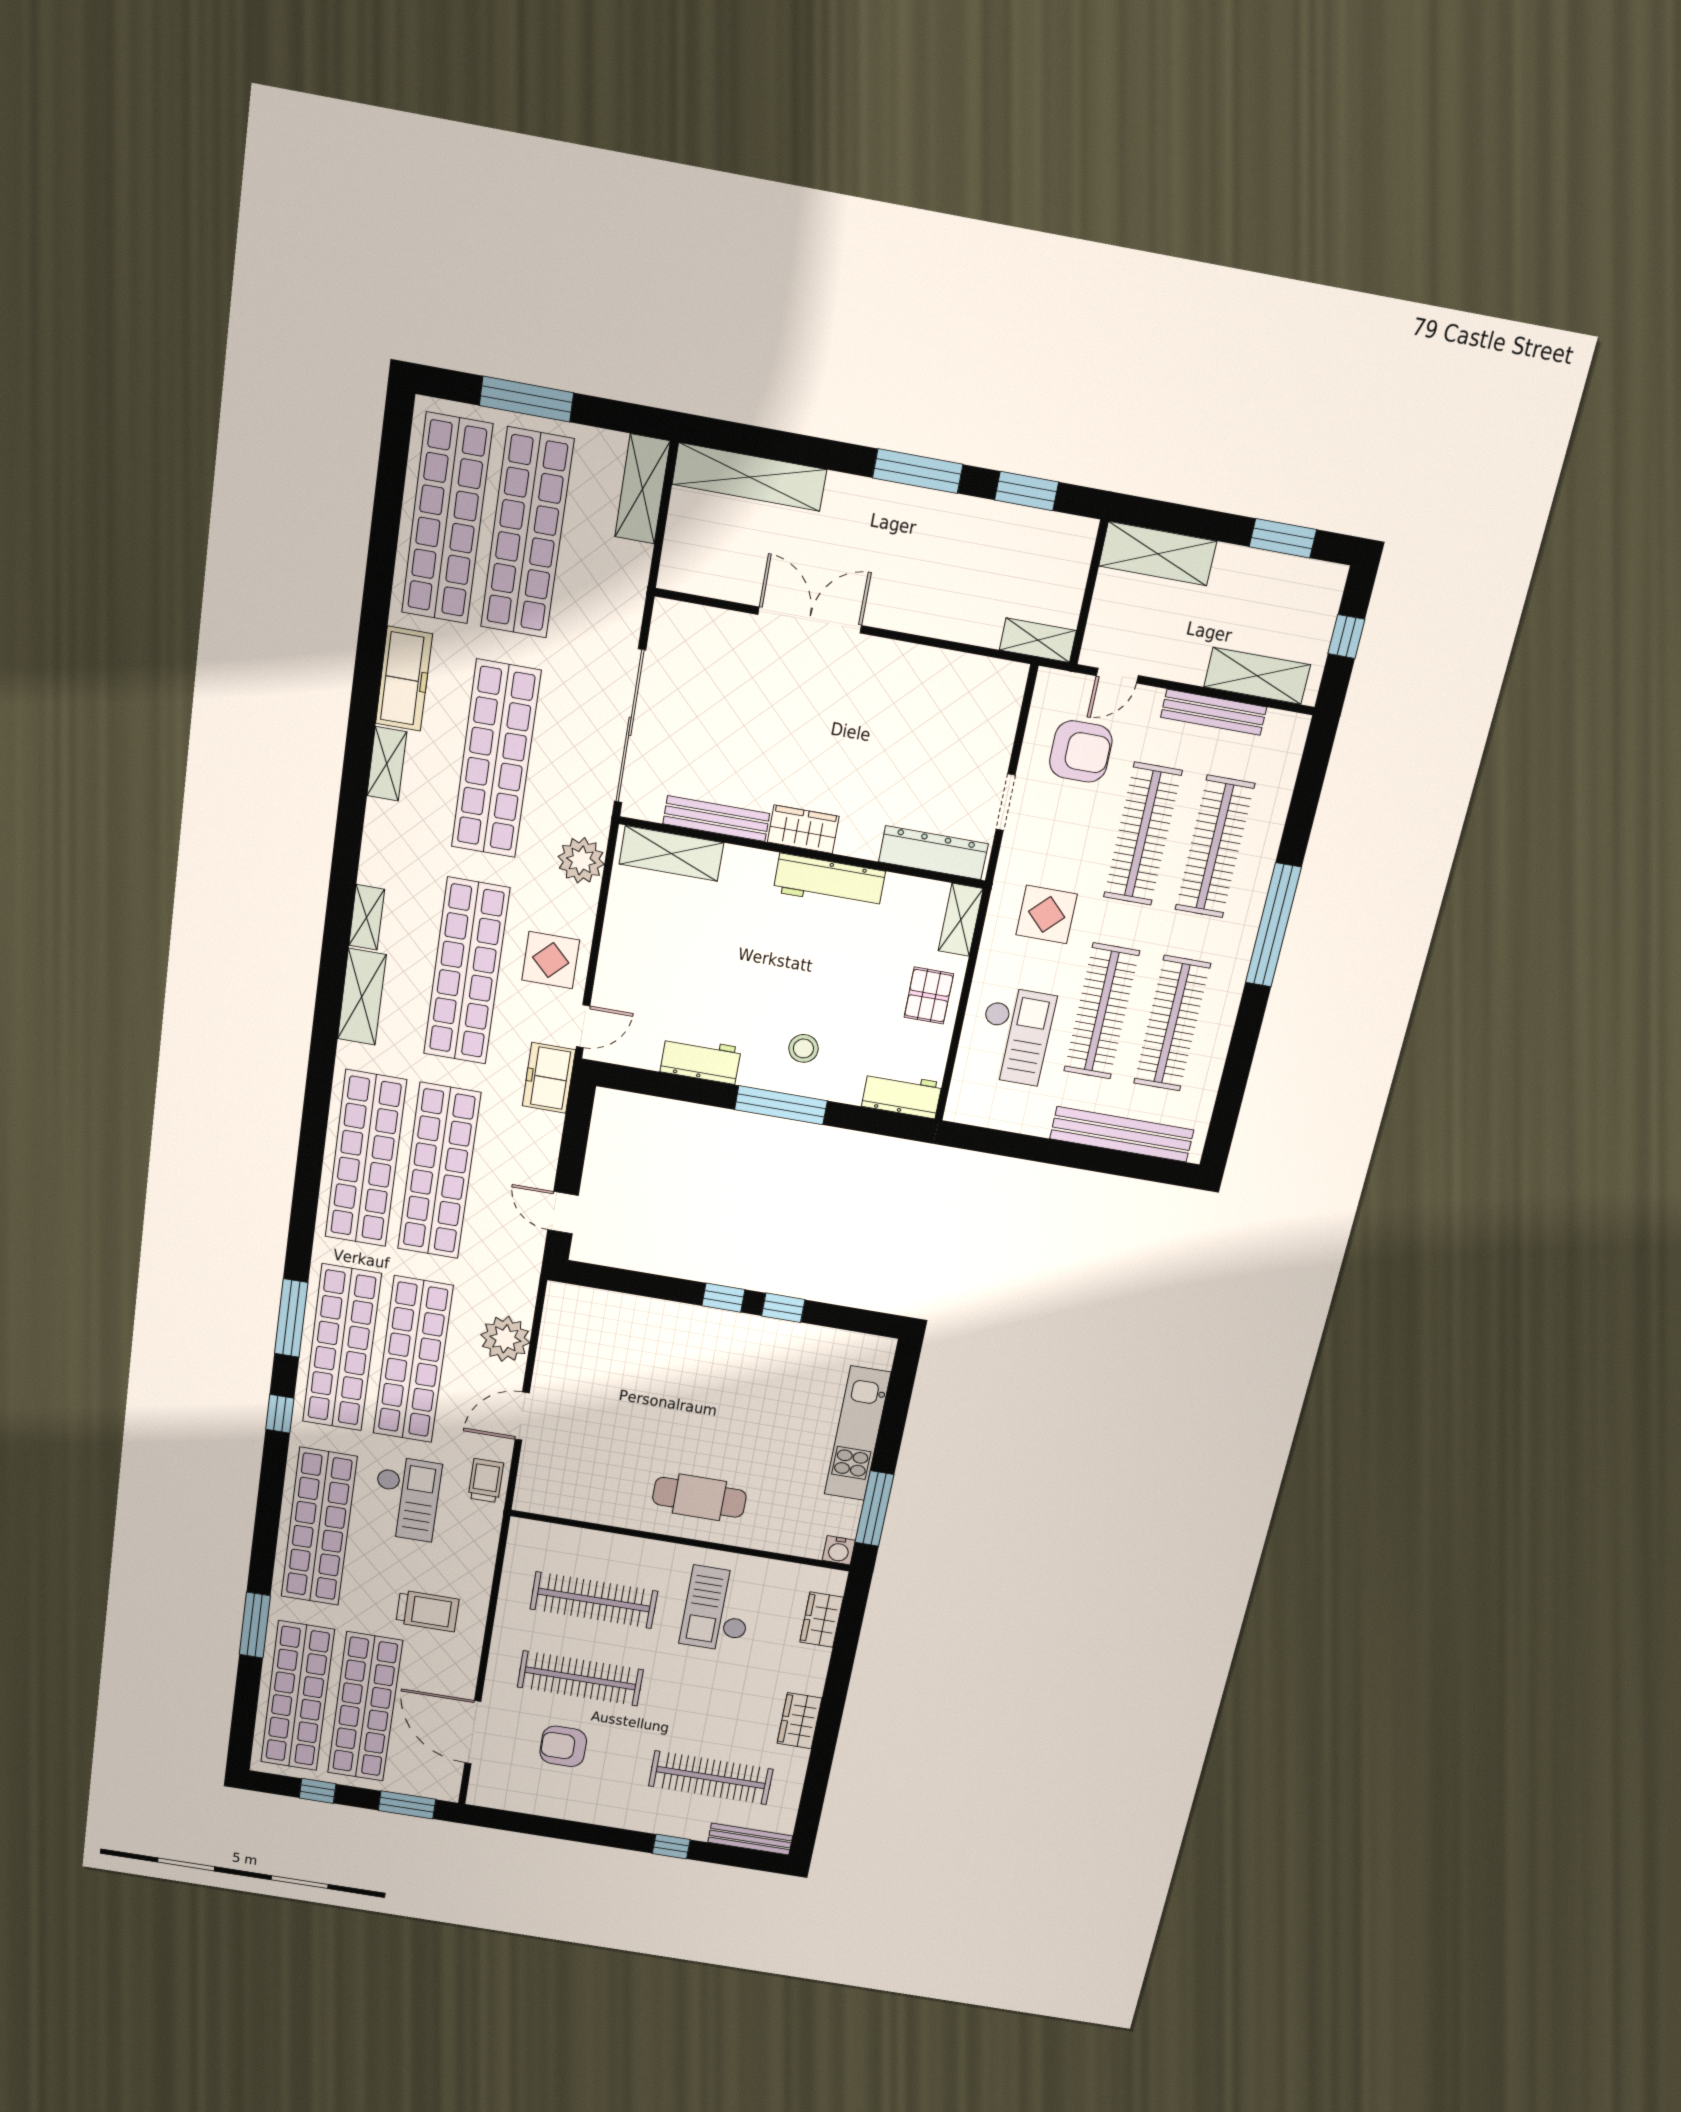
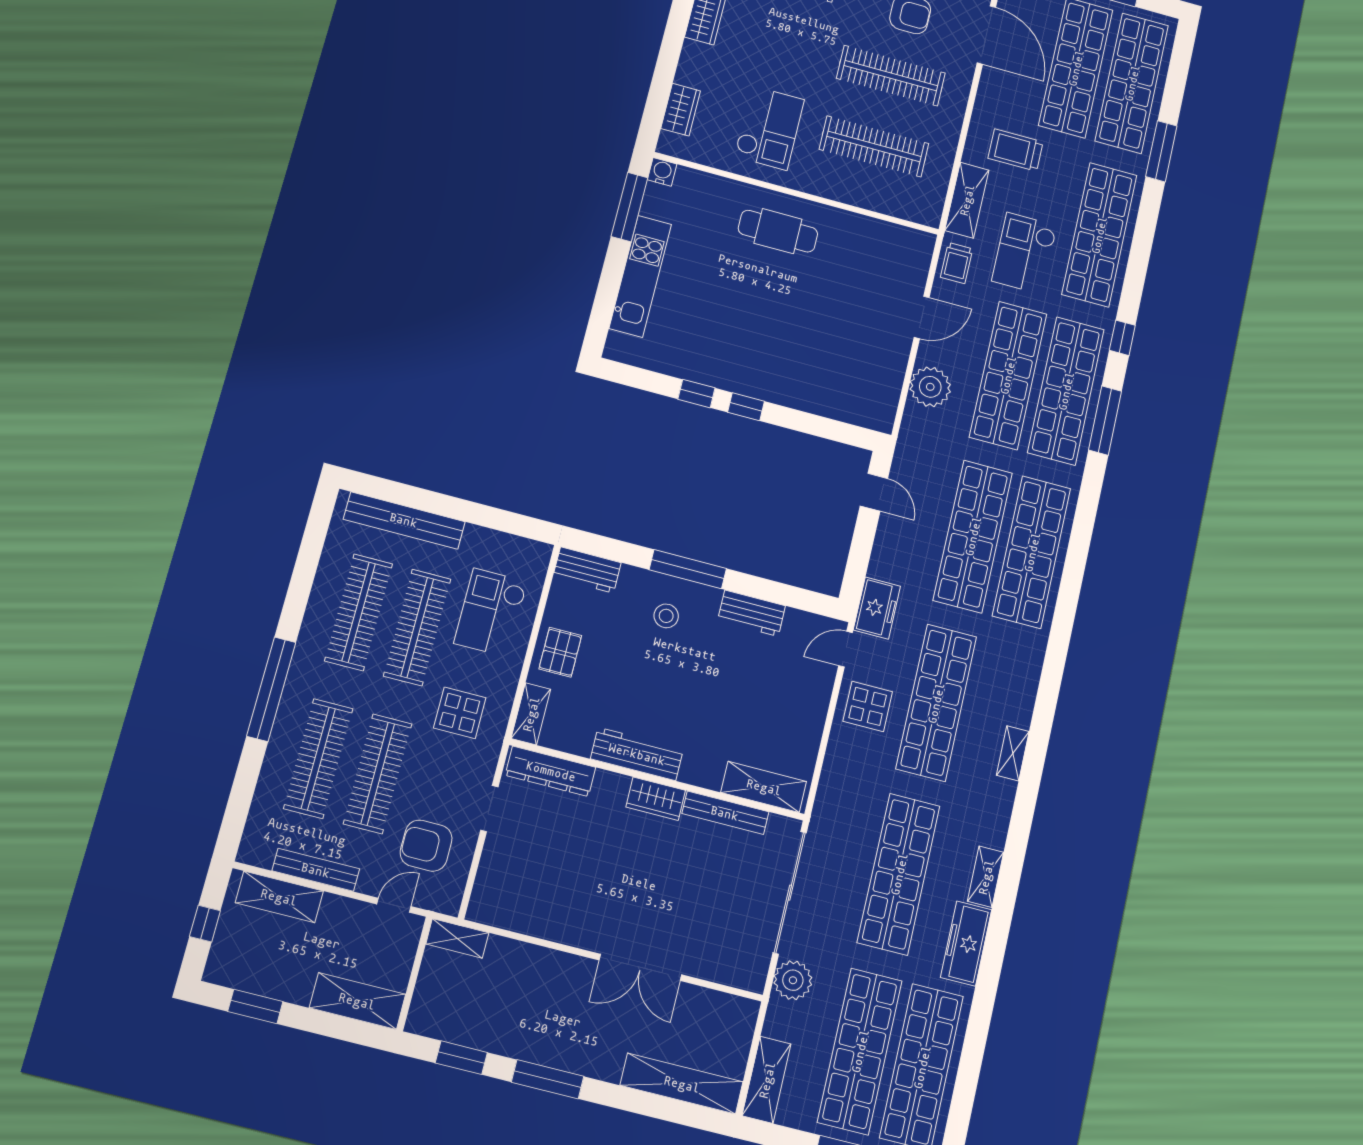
plant: (581, 860) -> (793, 980), moved
shelving: (362, 997) -> (967, 200), moved

